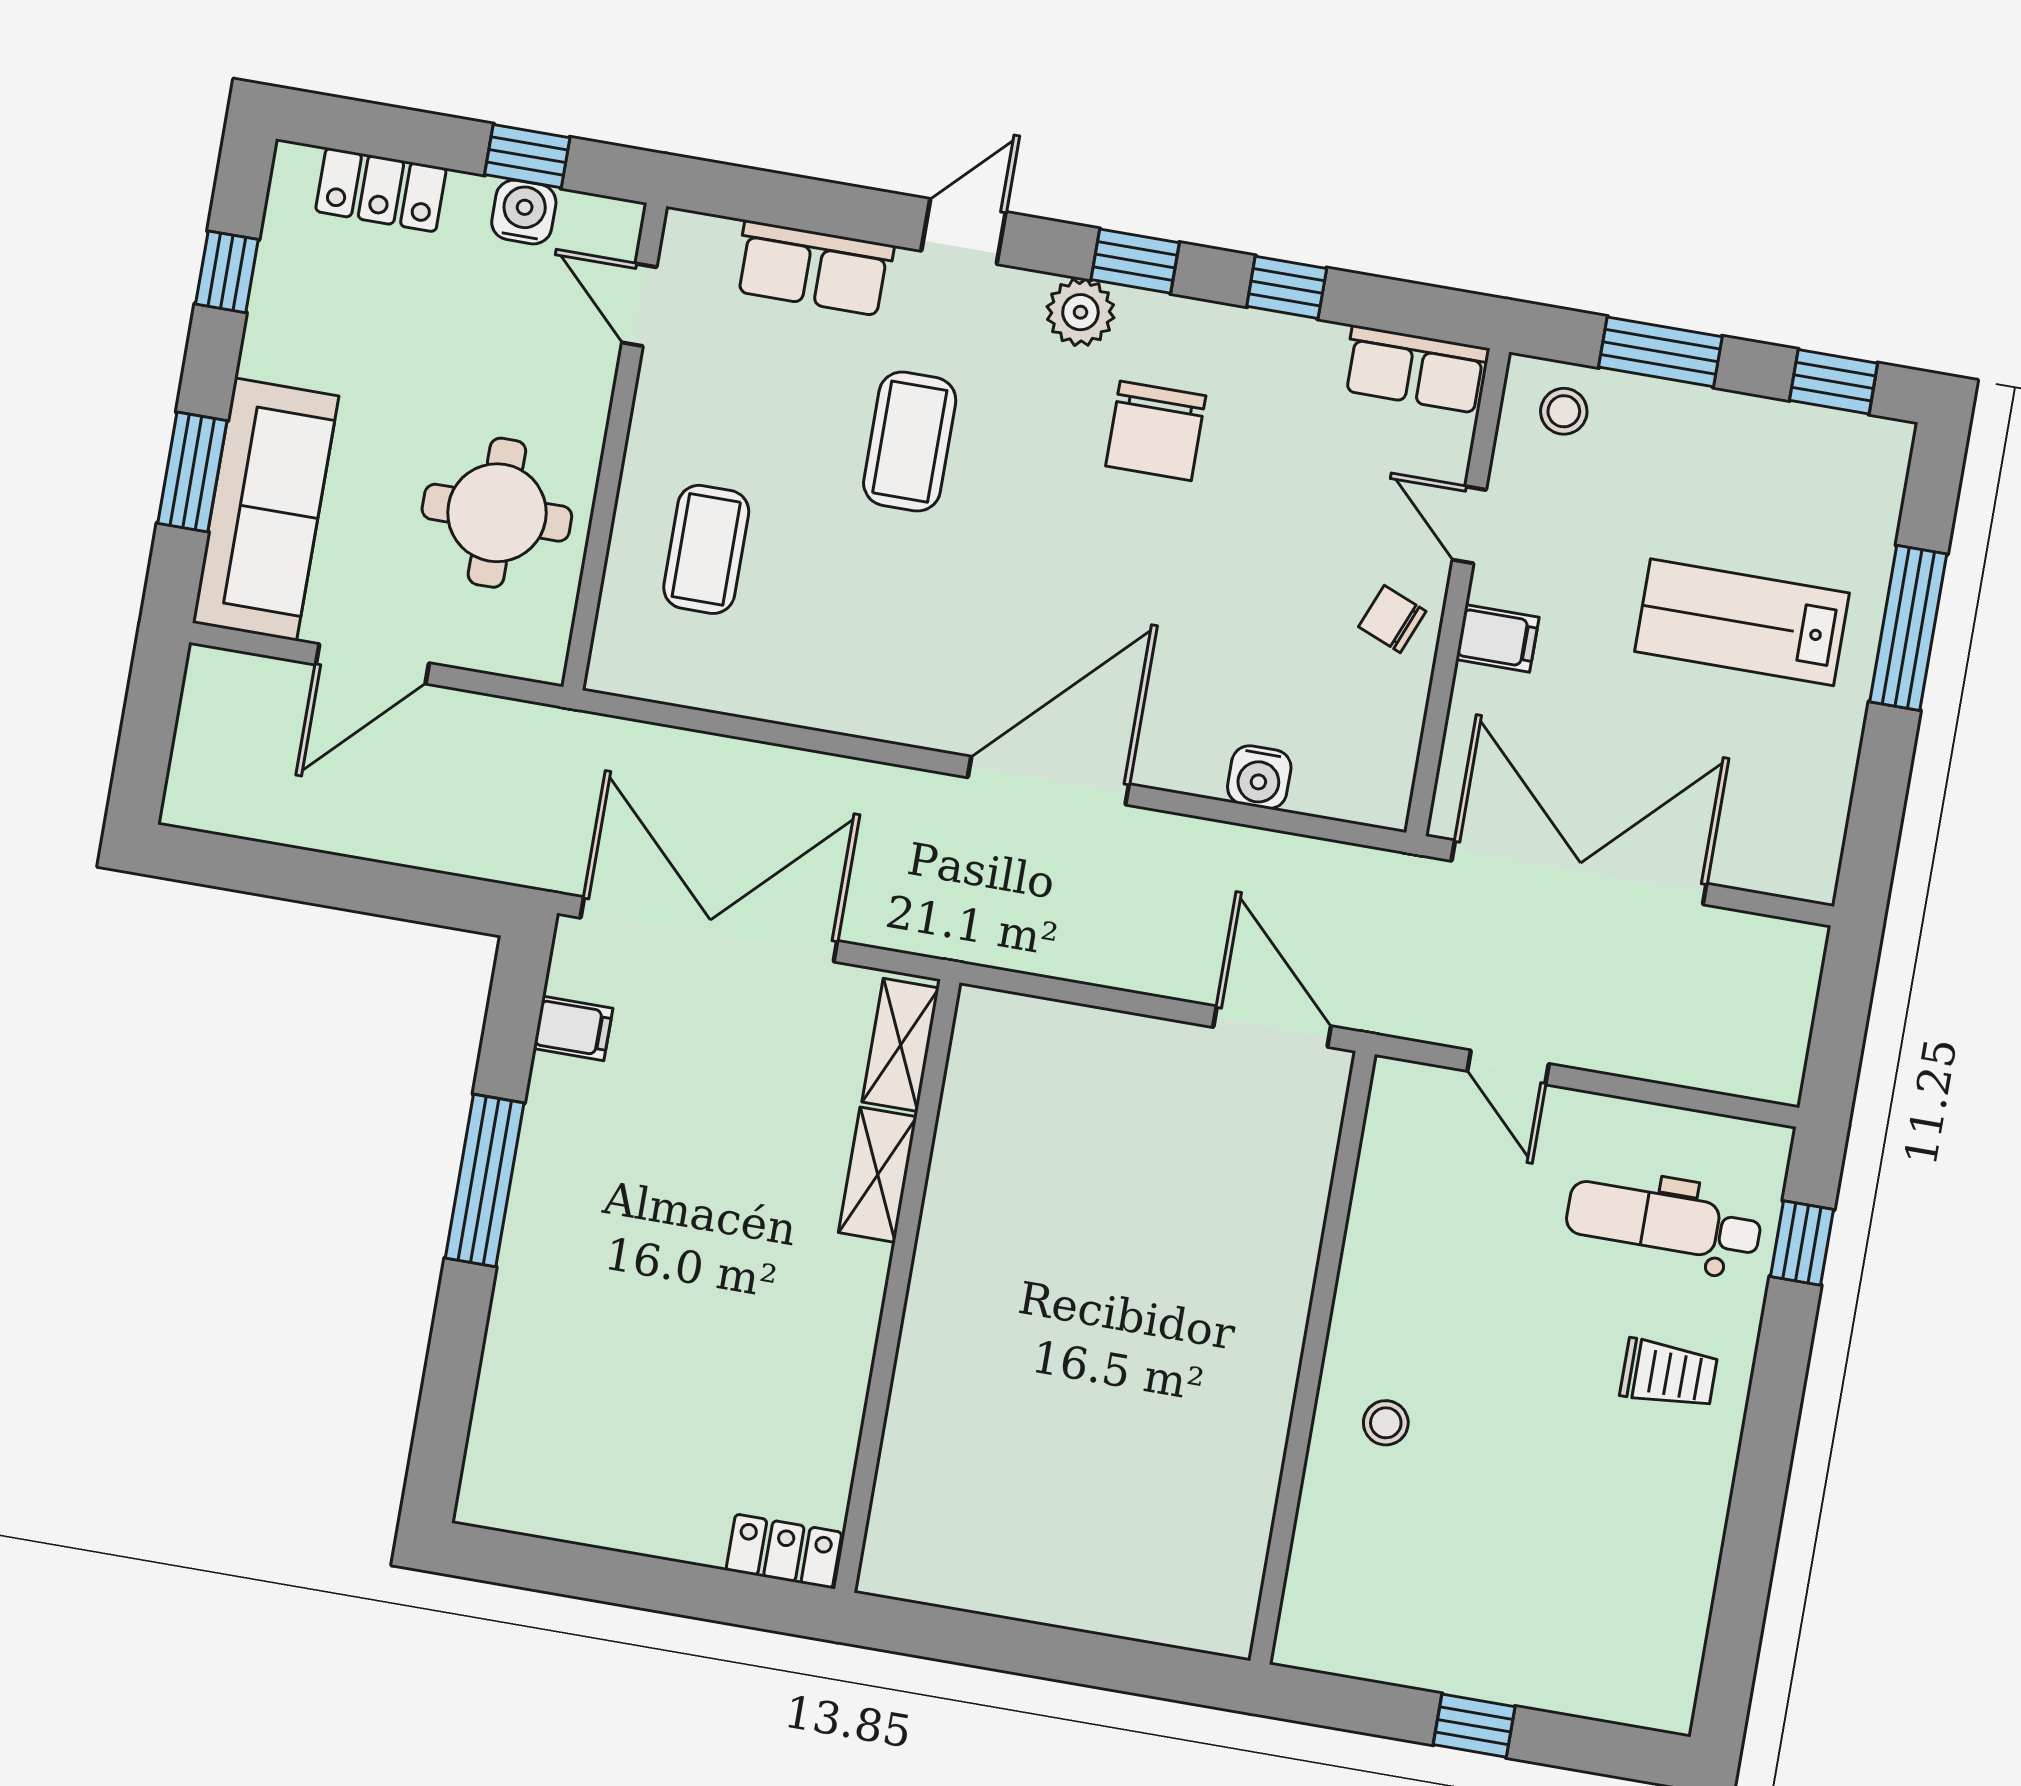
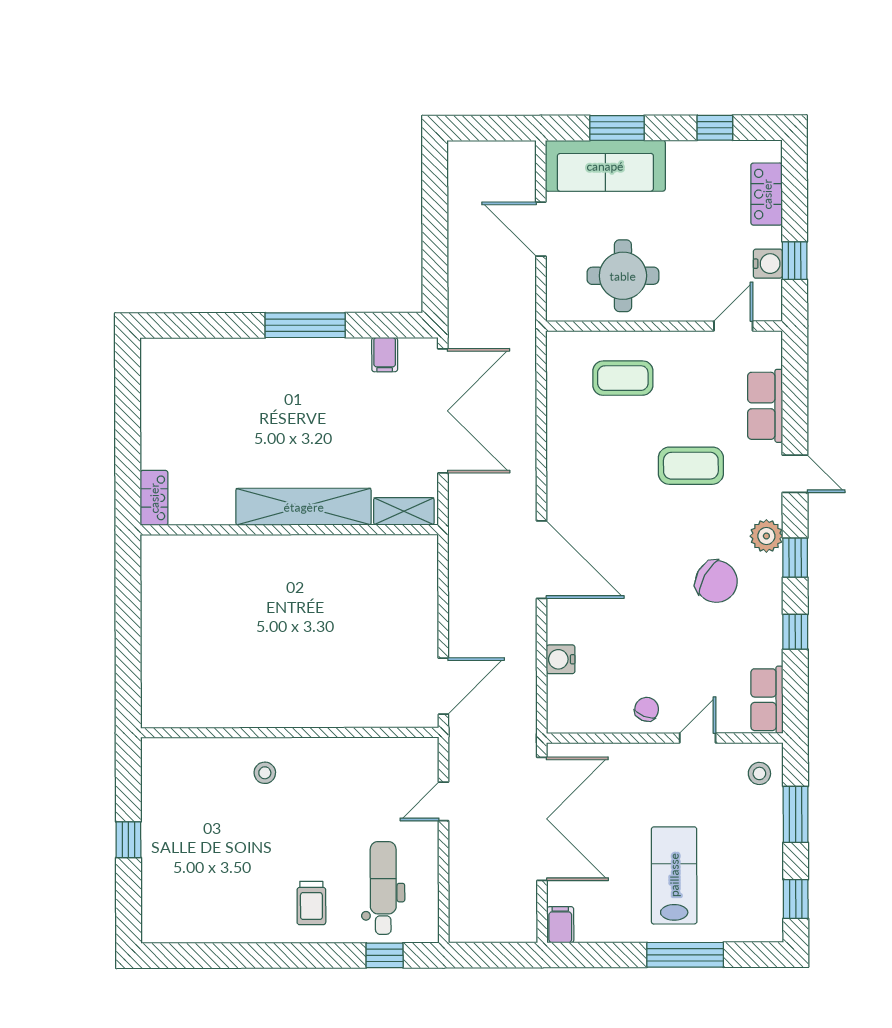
chair: (1156, 431) -> (716, 581), turned -151
filing cabinet: (1497, 638) -> (560, 925), moved, turned 180
shelving: (878, 1175) -> (304, 507), width x2.20, depth x1.33

